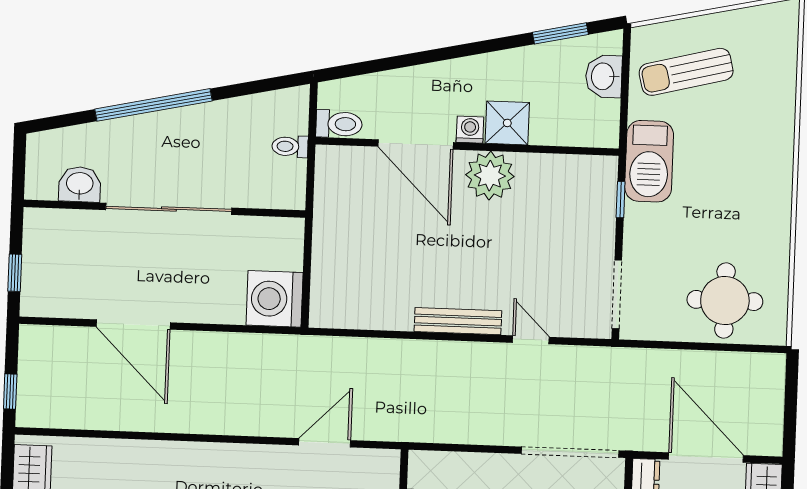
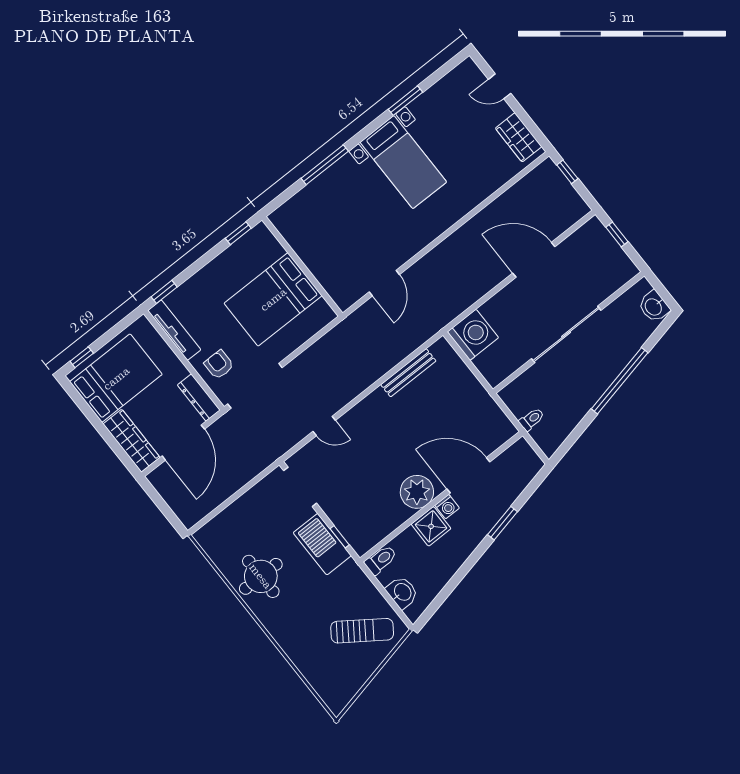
window: (560, 33) -> (502, 523), moved
sun lounger: (686, 72) -> (362, 631), turned 49
toilet: (339, 124) -> (381, 560), moved, turned 180
barbecue: (649, 161) -> (322, 544), moved
washbasin: (80, 184) -> (654, 307), moved, turned 90
round table: (725, 300) -> (261, 576), moved
bench: (458, 321) -> (408, 373), moved
door: (706, 457) -> (183, 443), hinge flipped

